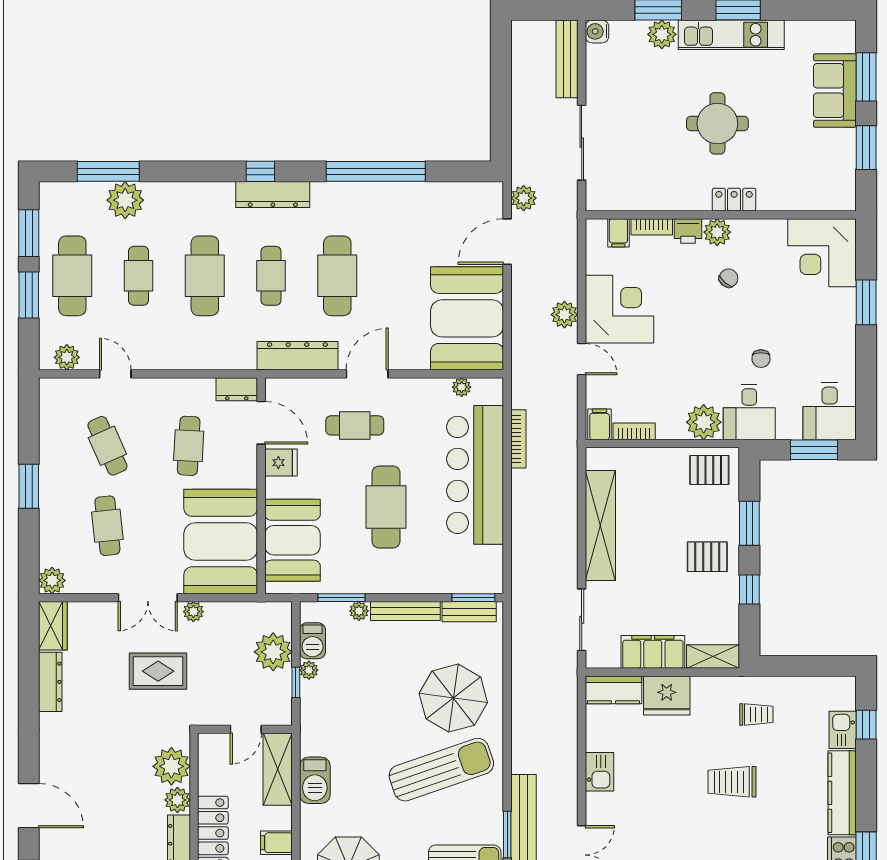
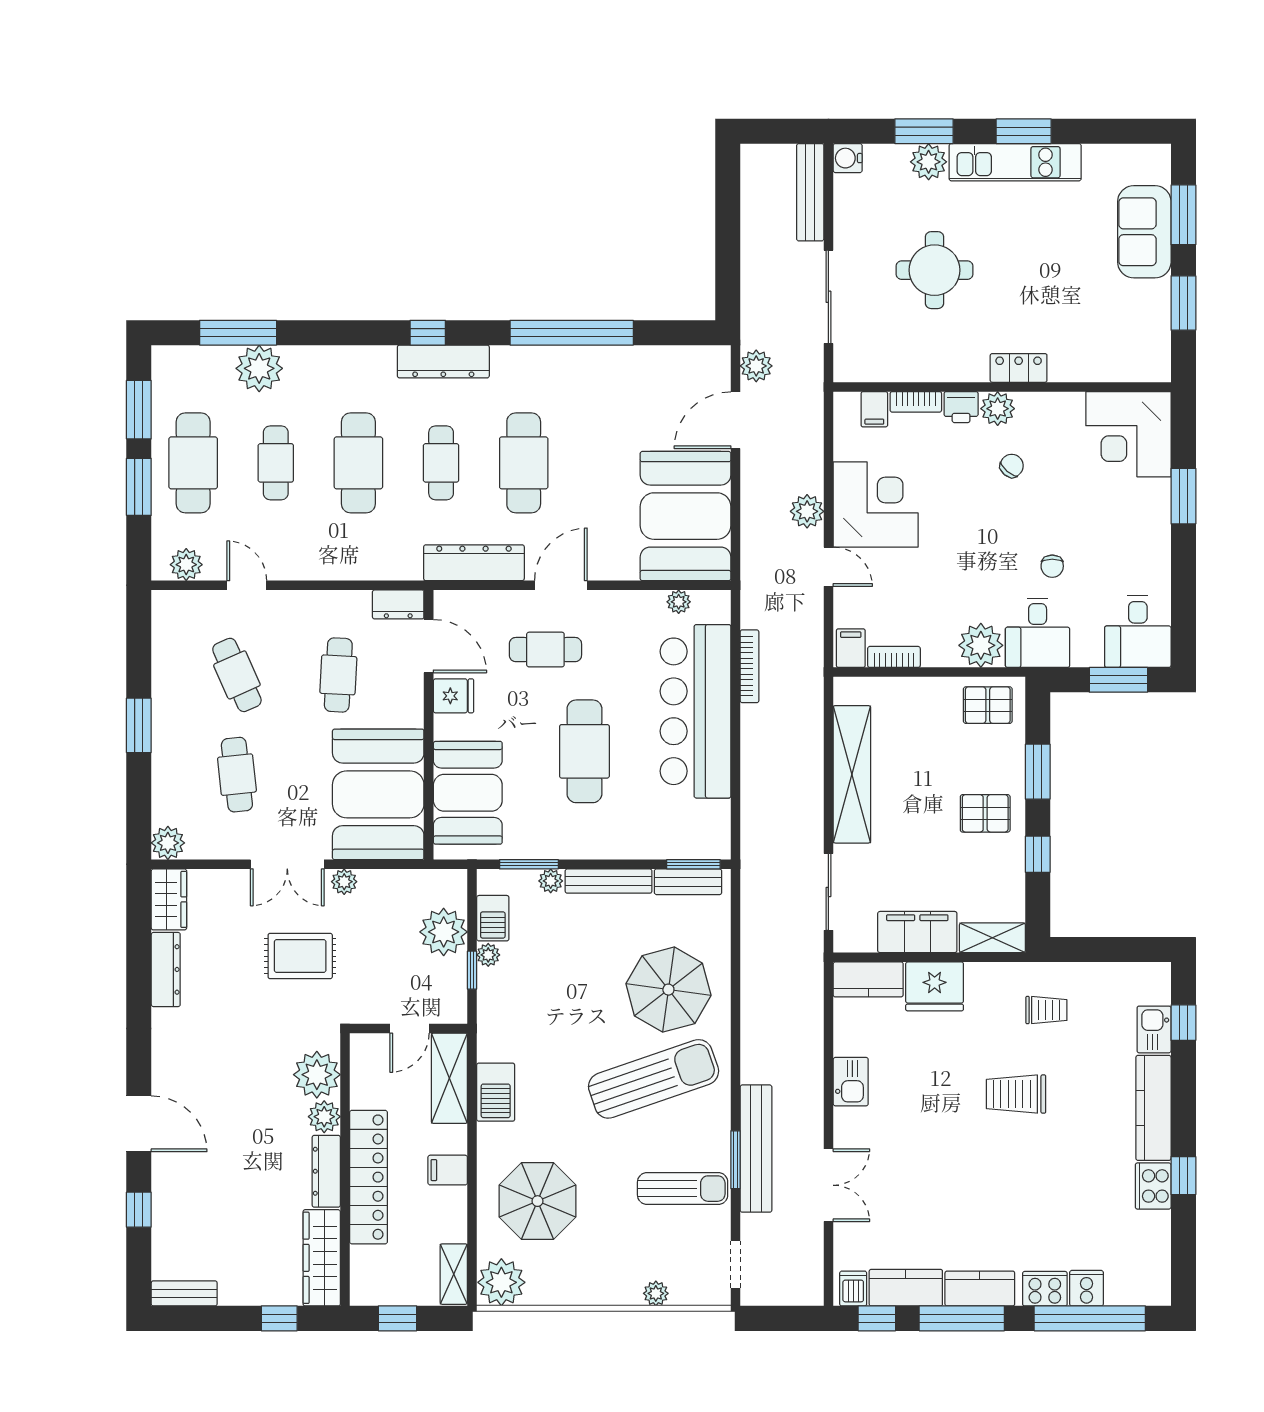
round table: (717, 123) -> (935, 270), moved

